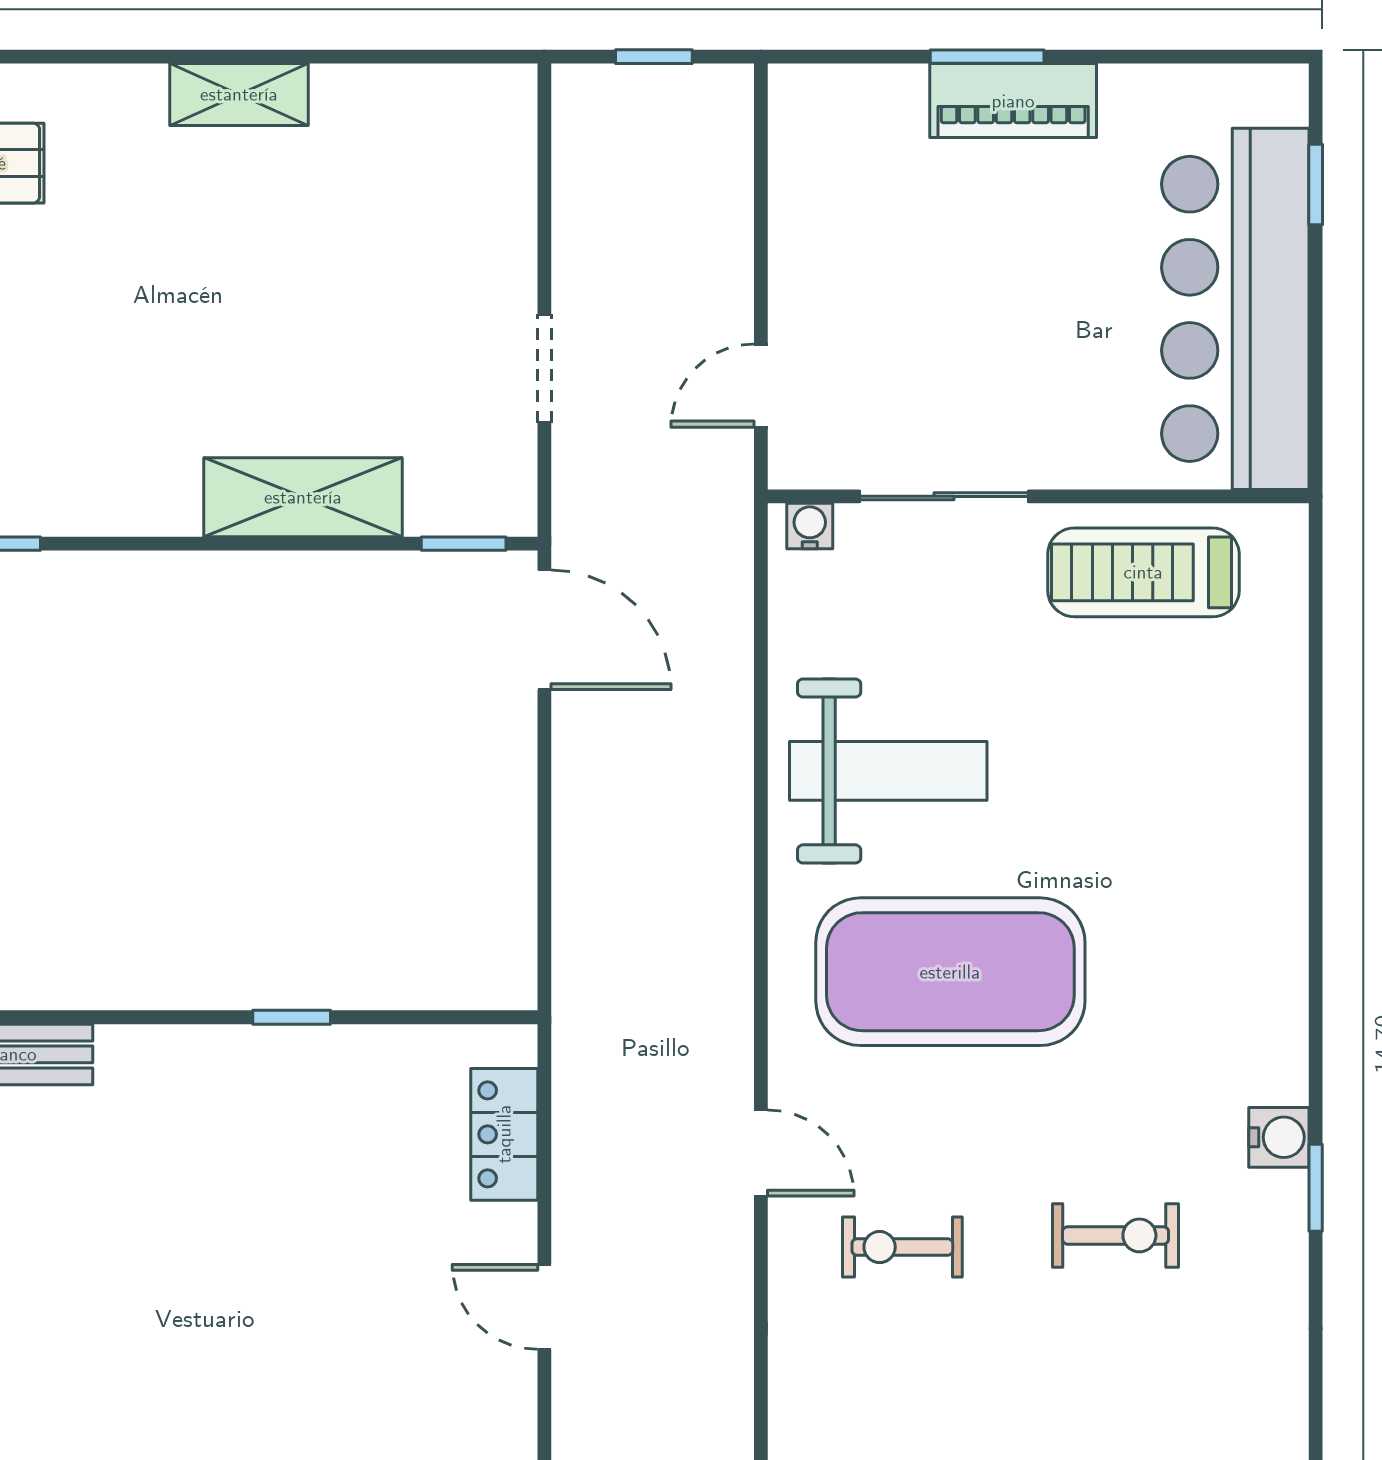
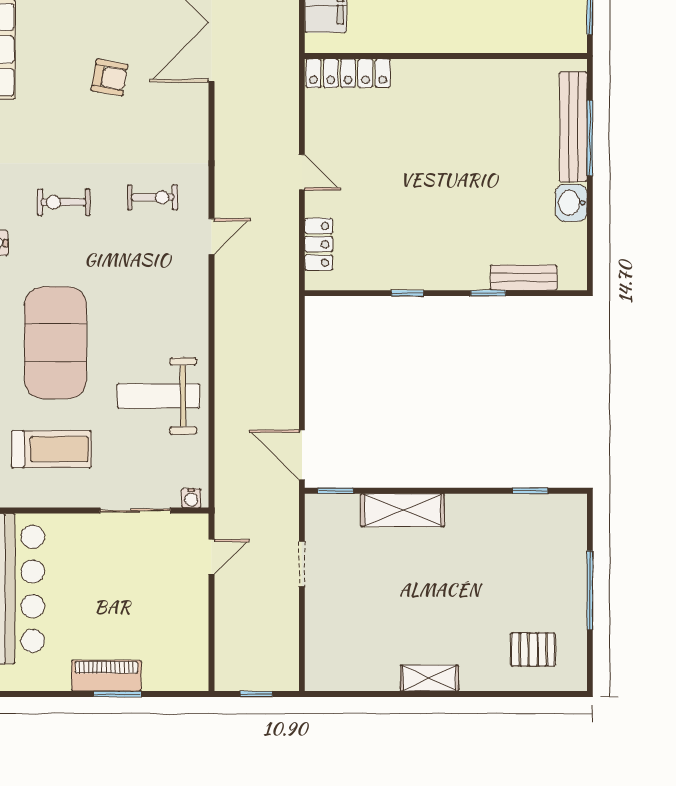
treadmill: (1143, 572) -> (51, 449), moved
exercise mat: (950, 972) -> (56, 343), moved, turned 90
window: (98, 1017) -> (488, 293), added
door: (761, 1153) -> (212, 236), swing flipped

